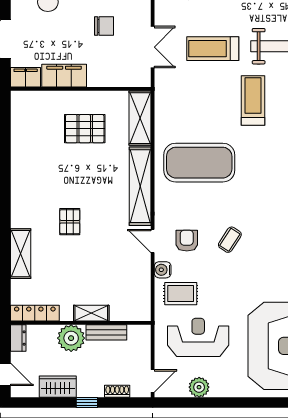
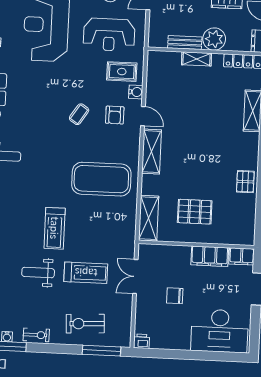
shelving: (140, 186) -> (152, 152), width x0.68
pallet: (70, 222) -> (245, 182), moved

